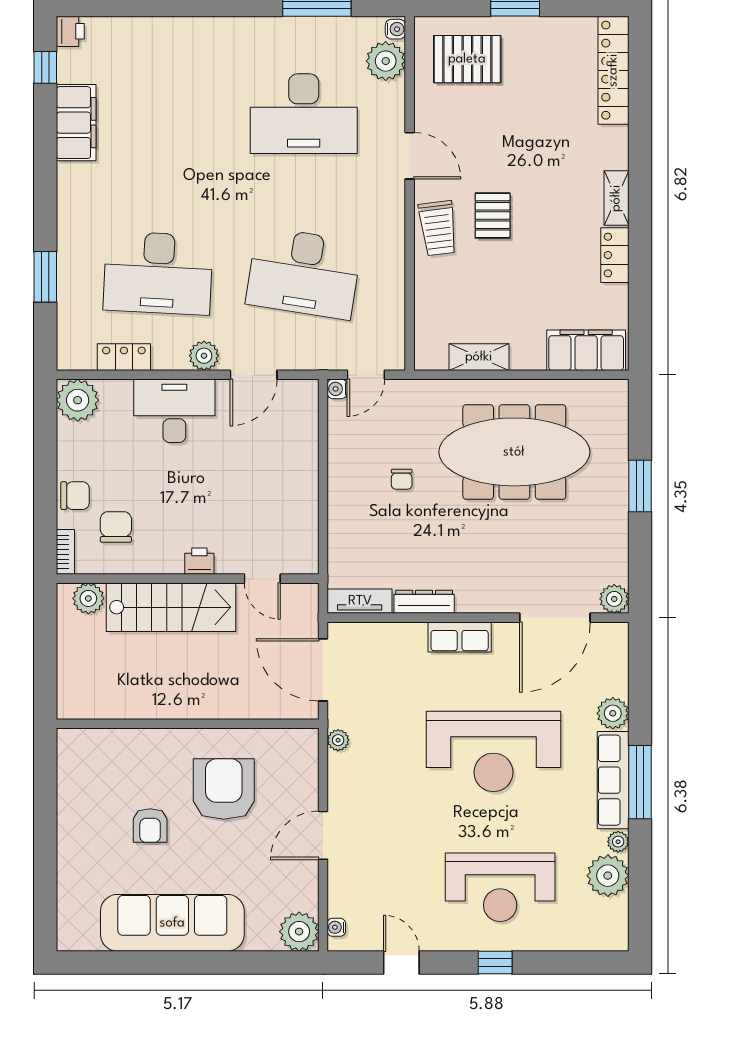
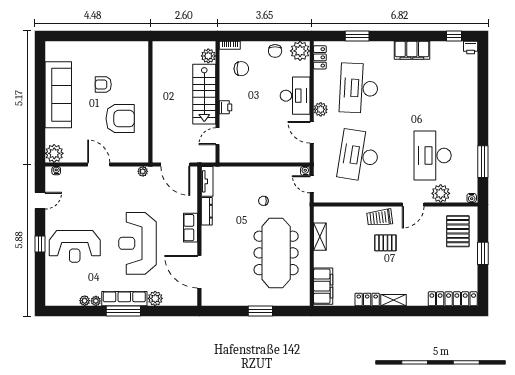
plant: (386, 61) -> (441, 193), moved
filing cabinet: (76, 123) -> (412, 50), moved
locker: (124, 357) -> (320, 57), moved
chair: (75, 496) -> (275, 51), moved
plant: (614, 599) -> (208, 299), removed
door: (323, 670) -> (175, 164), swing flipped
plant: (608, 876) -> (85, 301), width x0.53, depth x0.53
reception desk: (500, 887) -> (75, 246), turned -90

